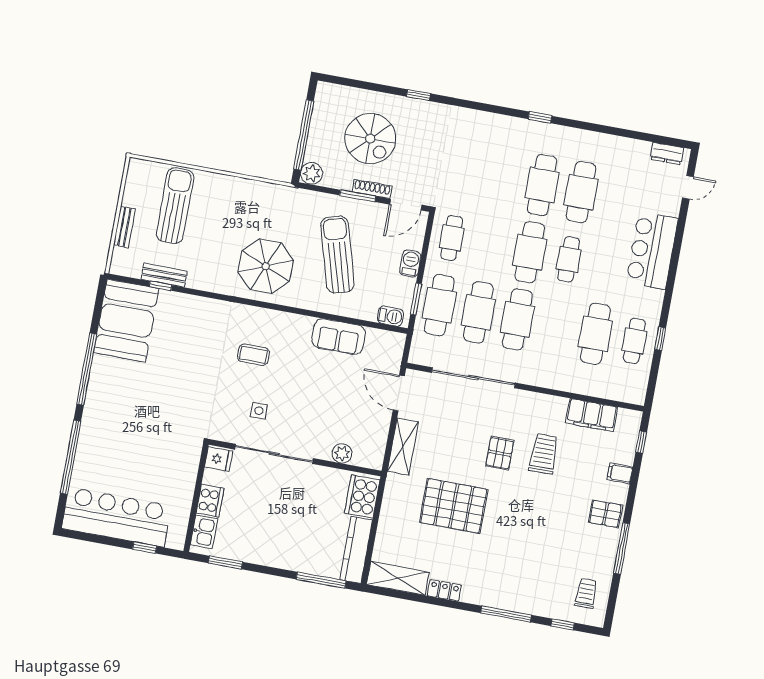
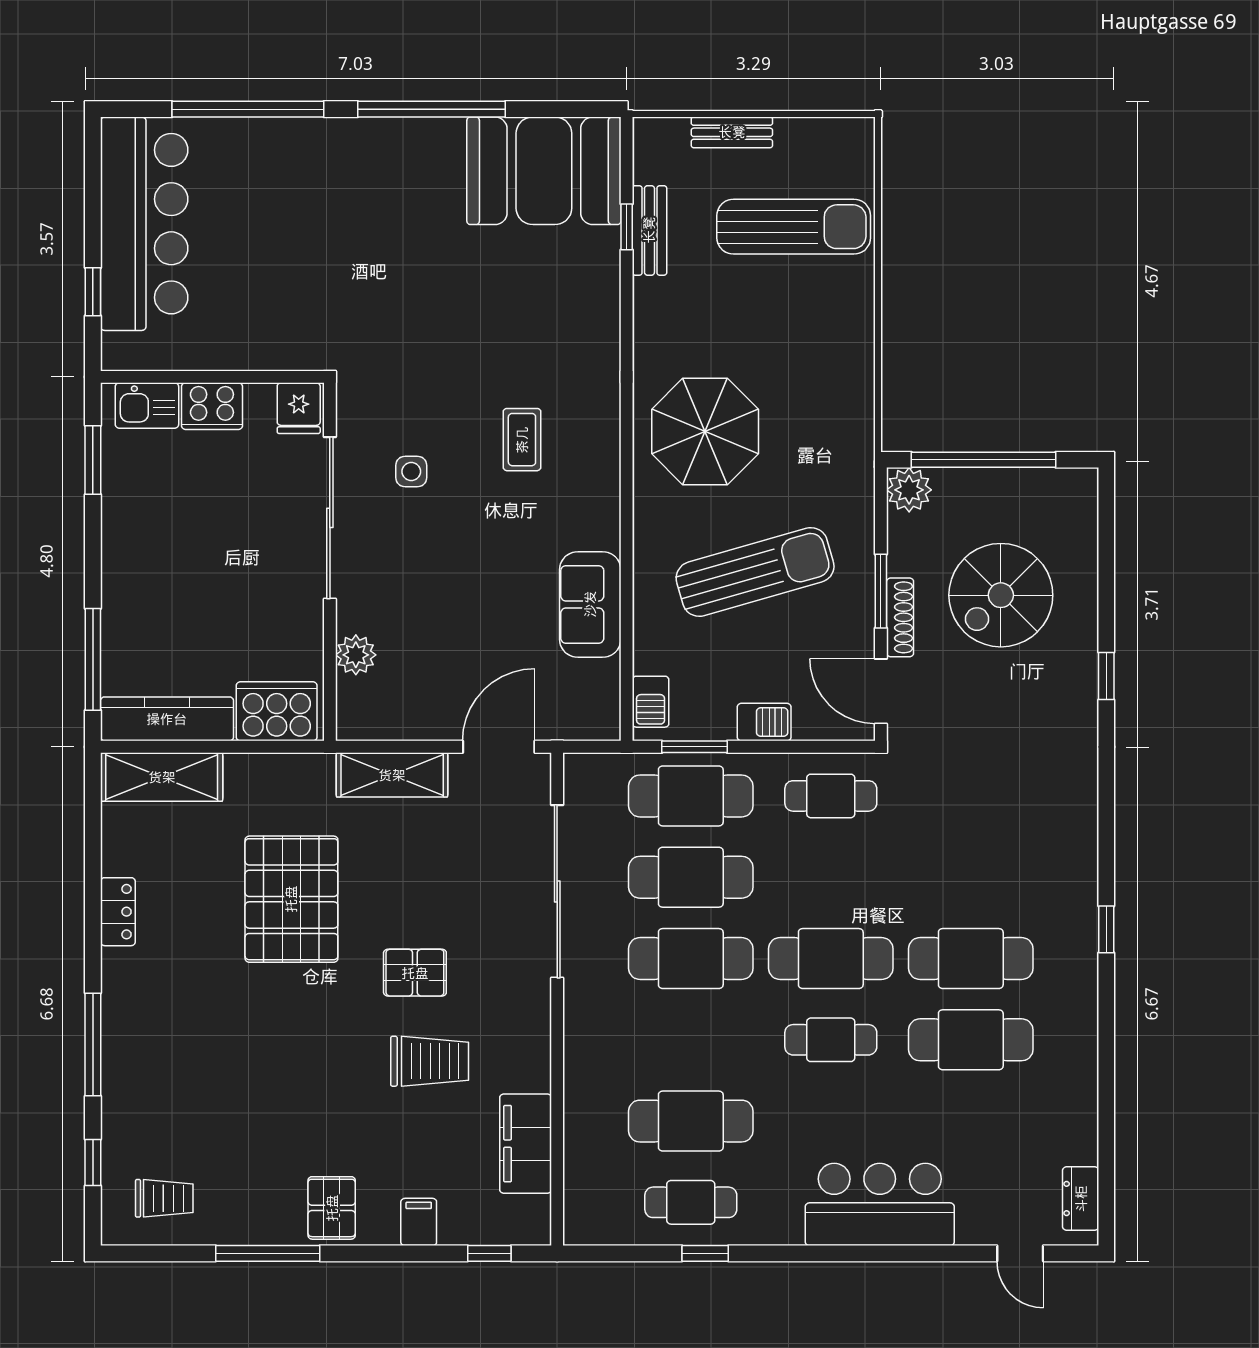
shelving: (398, 578) -> (162, 777), moved, turned 90

